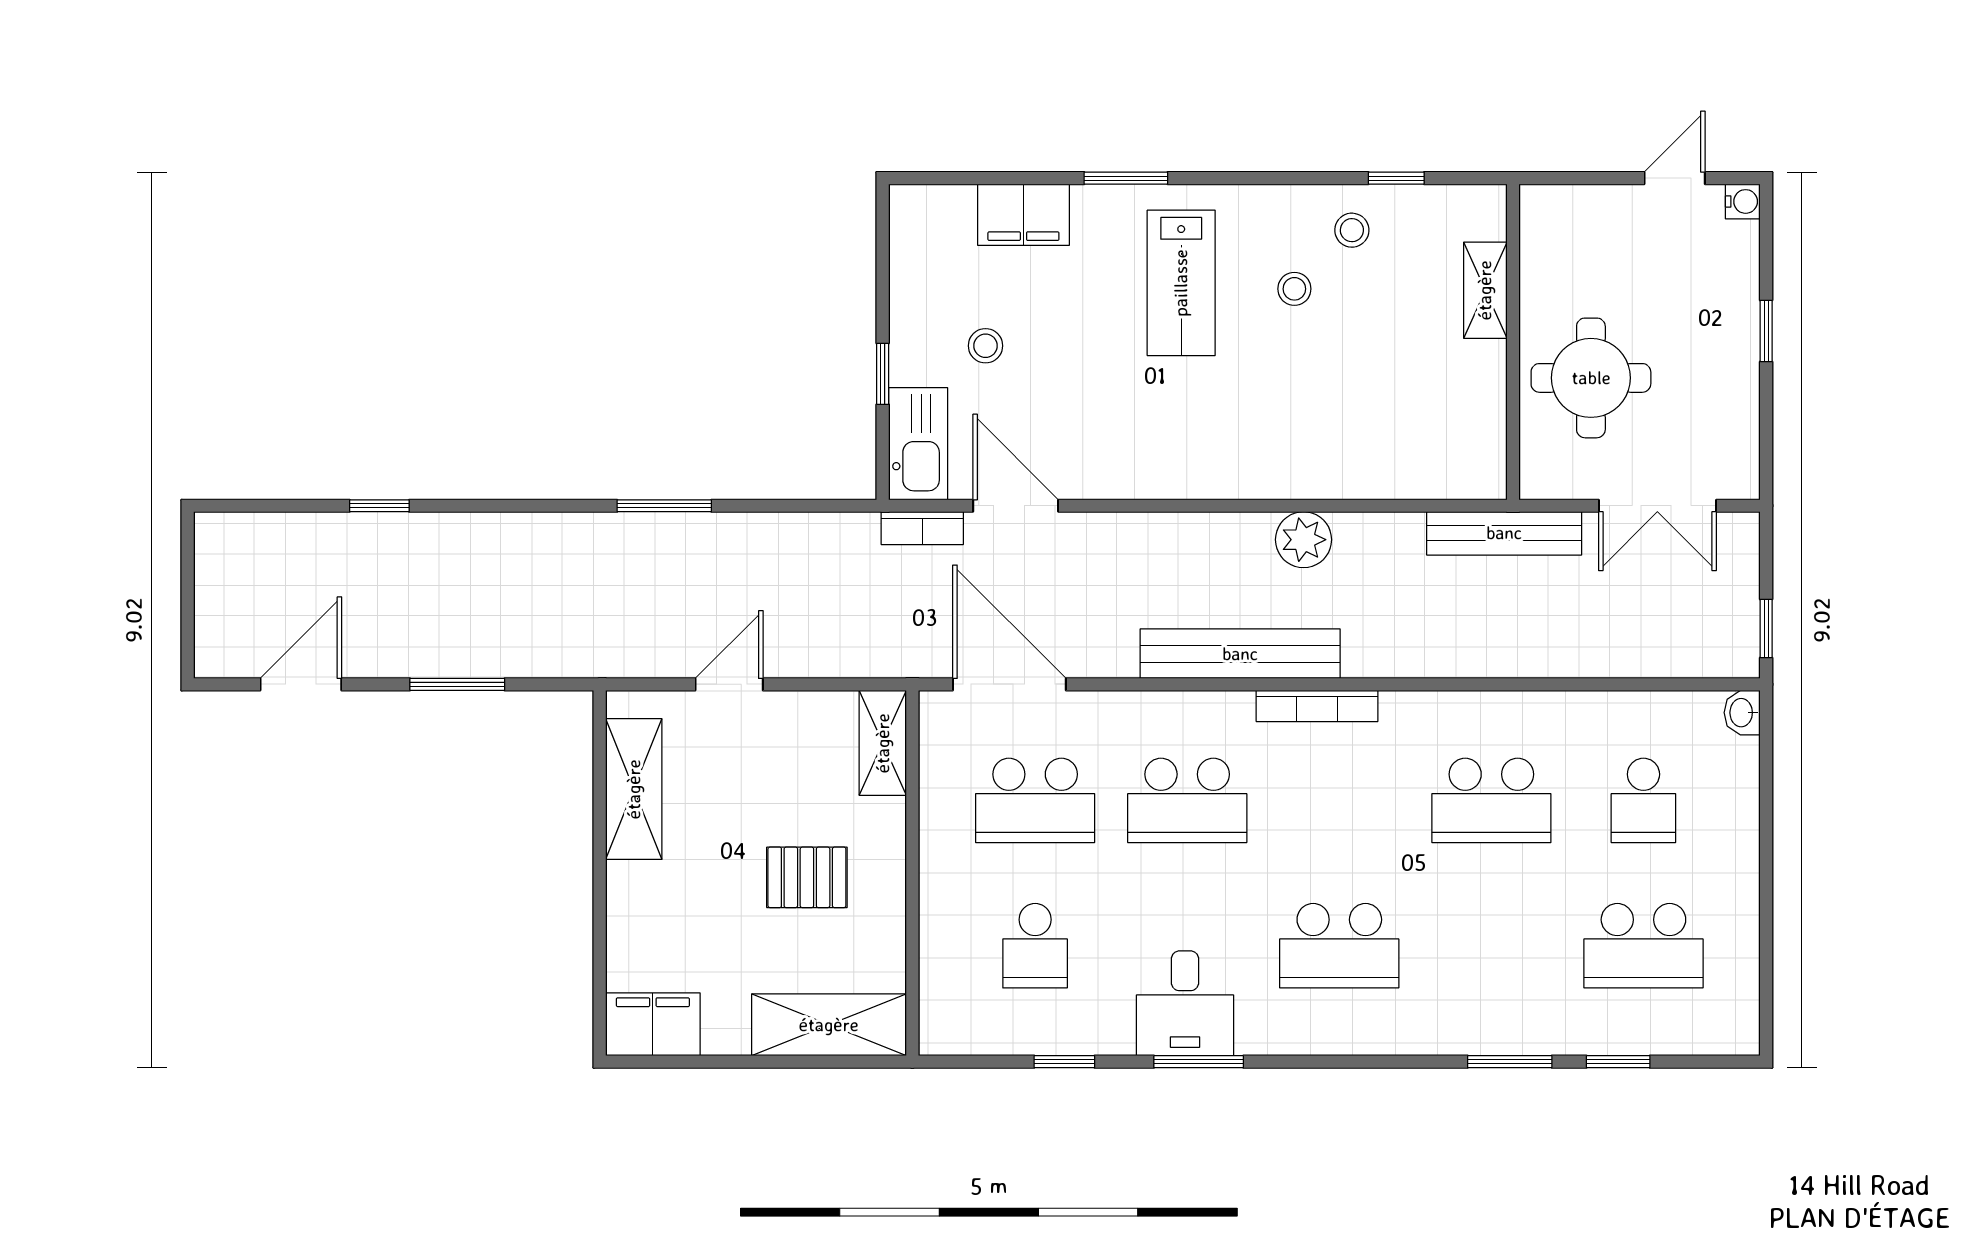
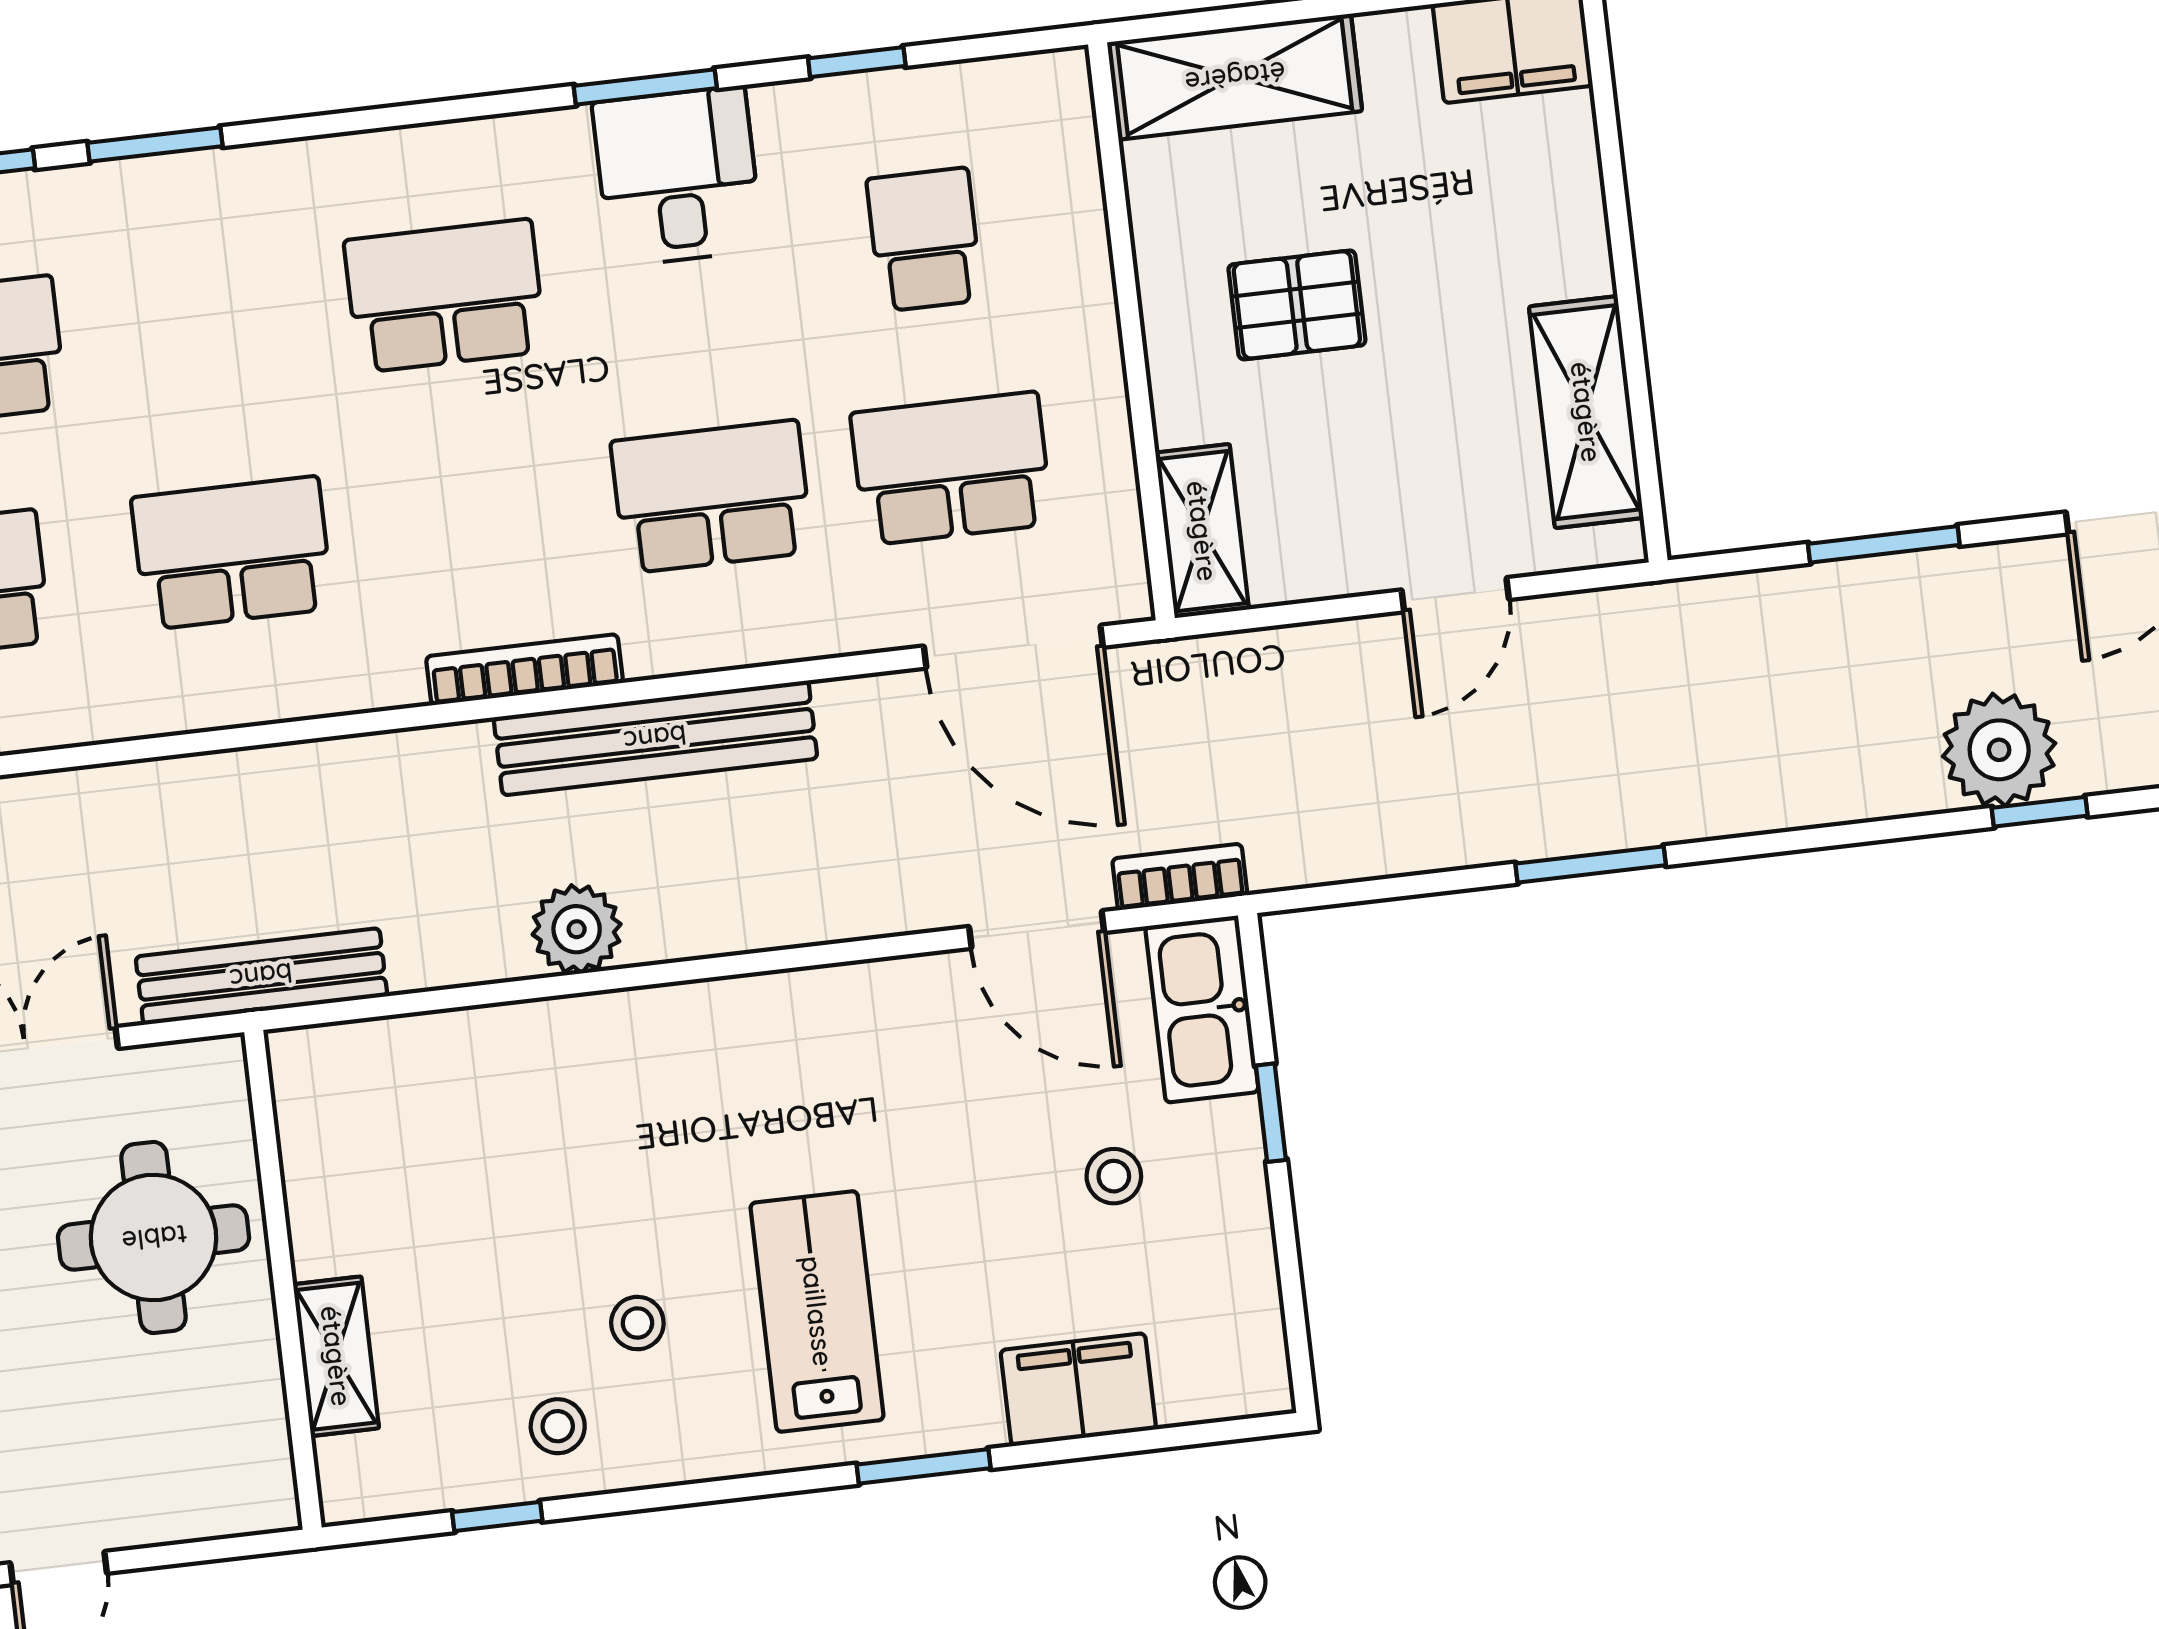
plant: (400, 547) -> (1999, 750), added

